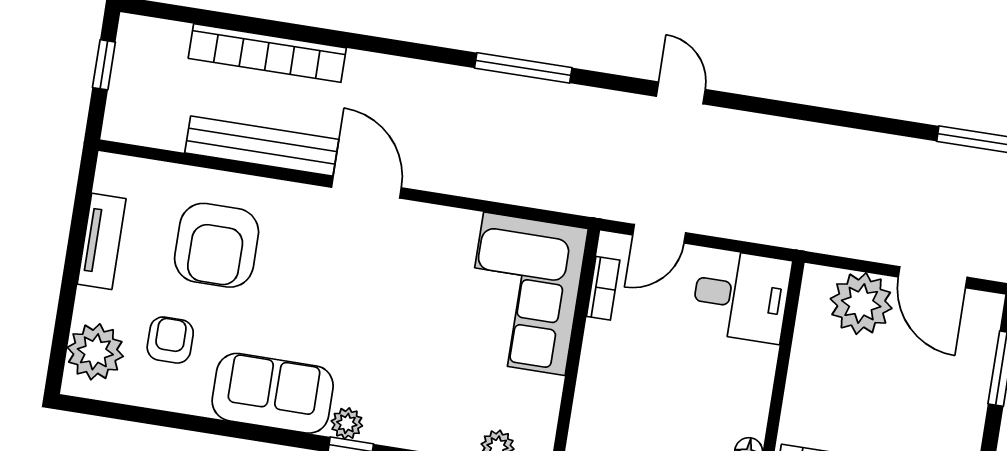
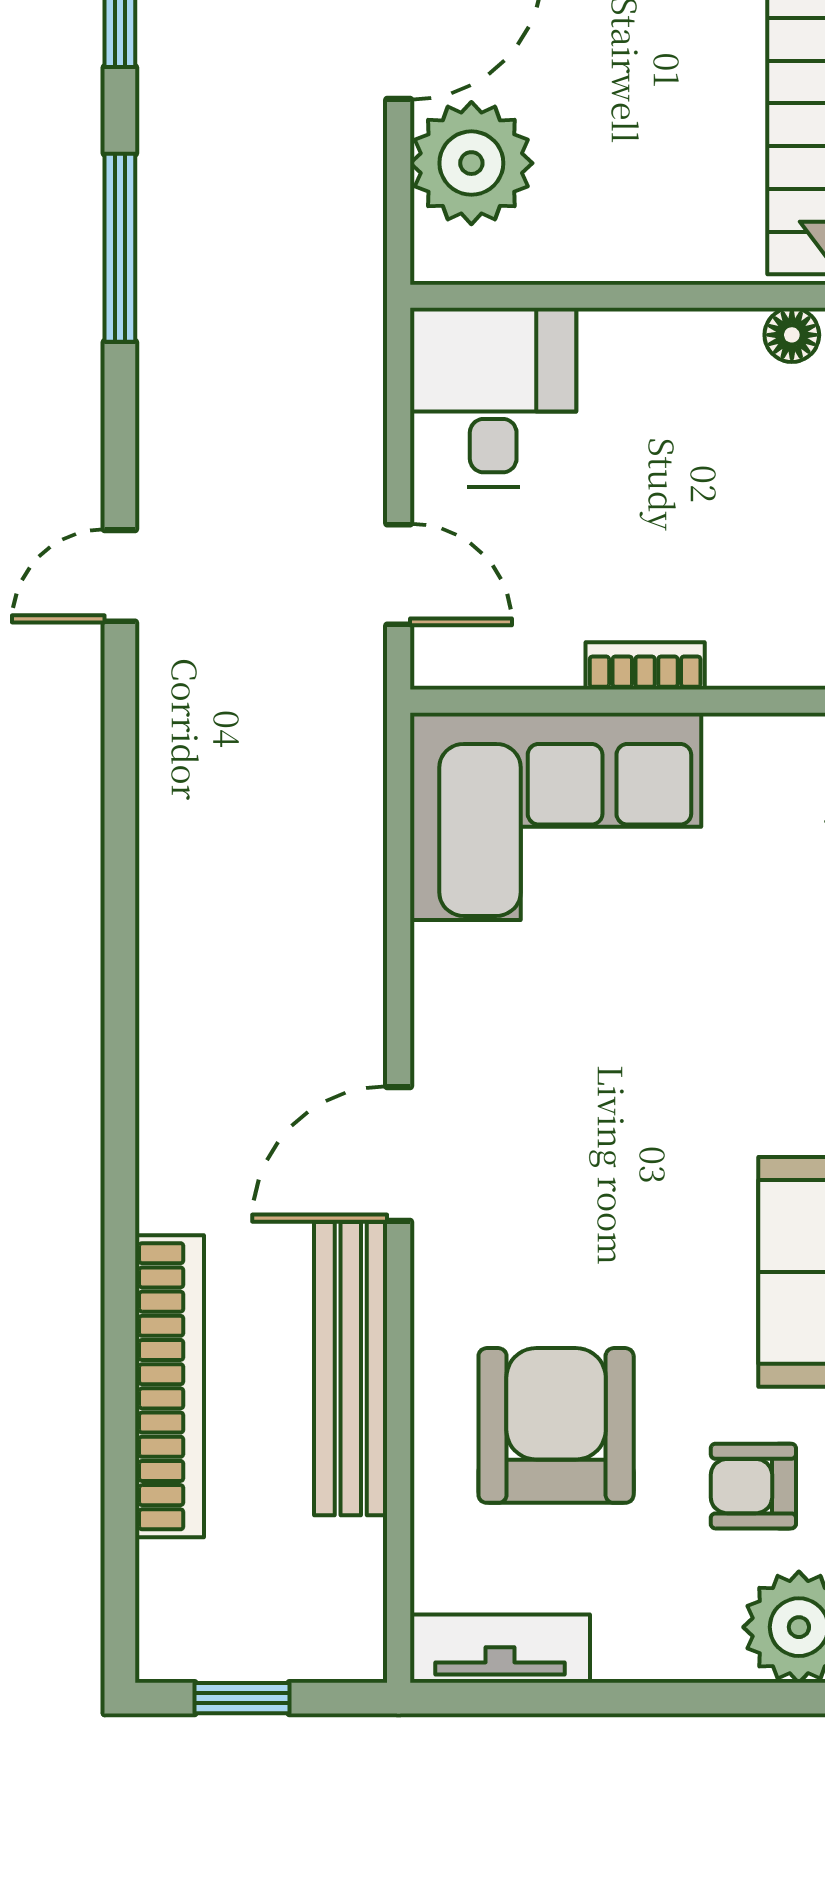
window: (523, 68) -> (120, 248), moved
tv unit: (102, 241) -> (500, 1649), moved
armchair: (217, 245) -> (556, 1425), turned -90
bookcase: (603, 288) -> (645, 666), moved

